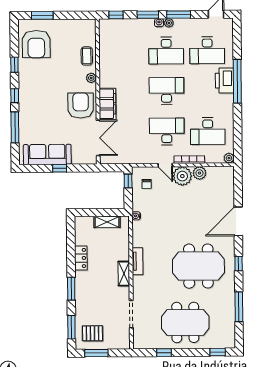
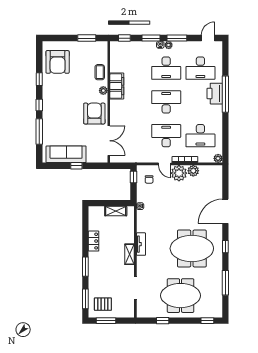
window: (42, 15) -> (87, 38), moved
filing cabinet: (108, 104) -> (117, 86), moved

